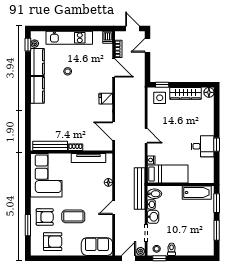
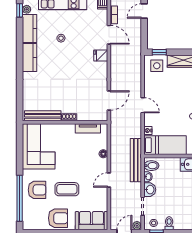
fridge: (106, 99) -> (101, 56), moved
door: (114, 131) -> (109, 101), swing flipped
tv unit: (89, 158) -> (88, 128), width x0.71
window: (28, 225) -> (20, 198), width x2.11
armchair: (53, 242) -> (58, 218), moved

